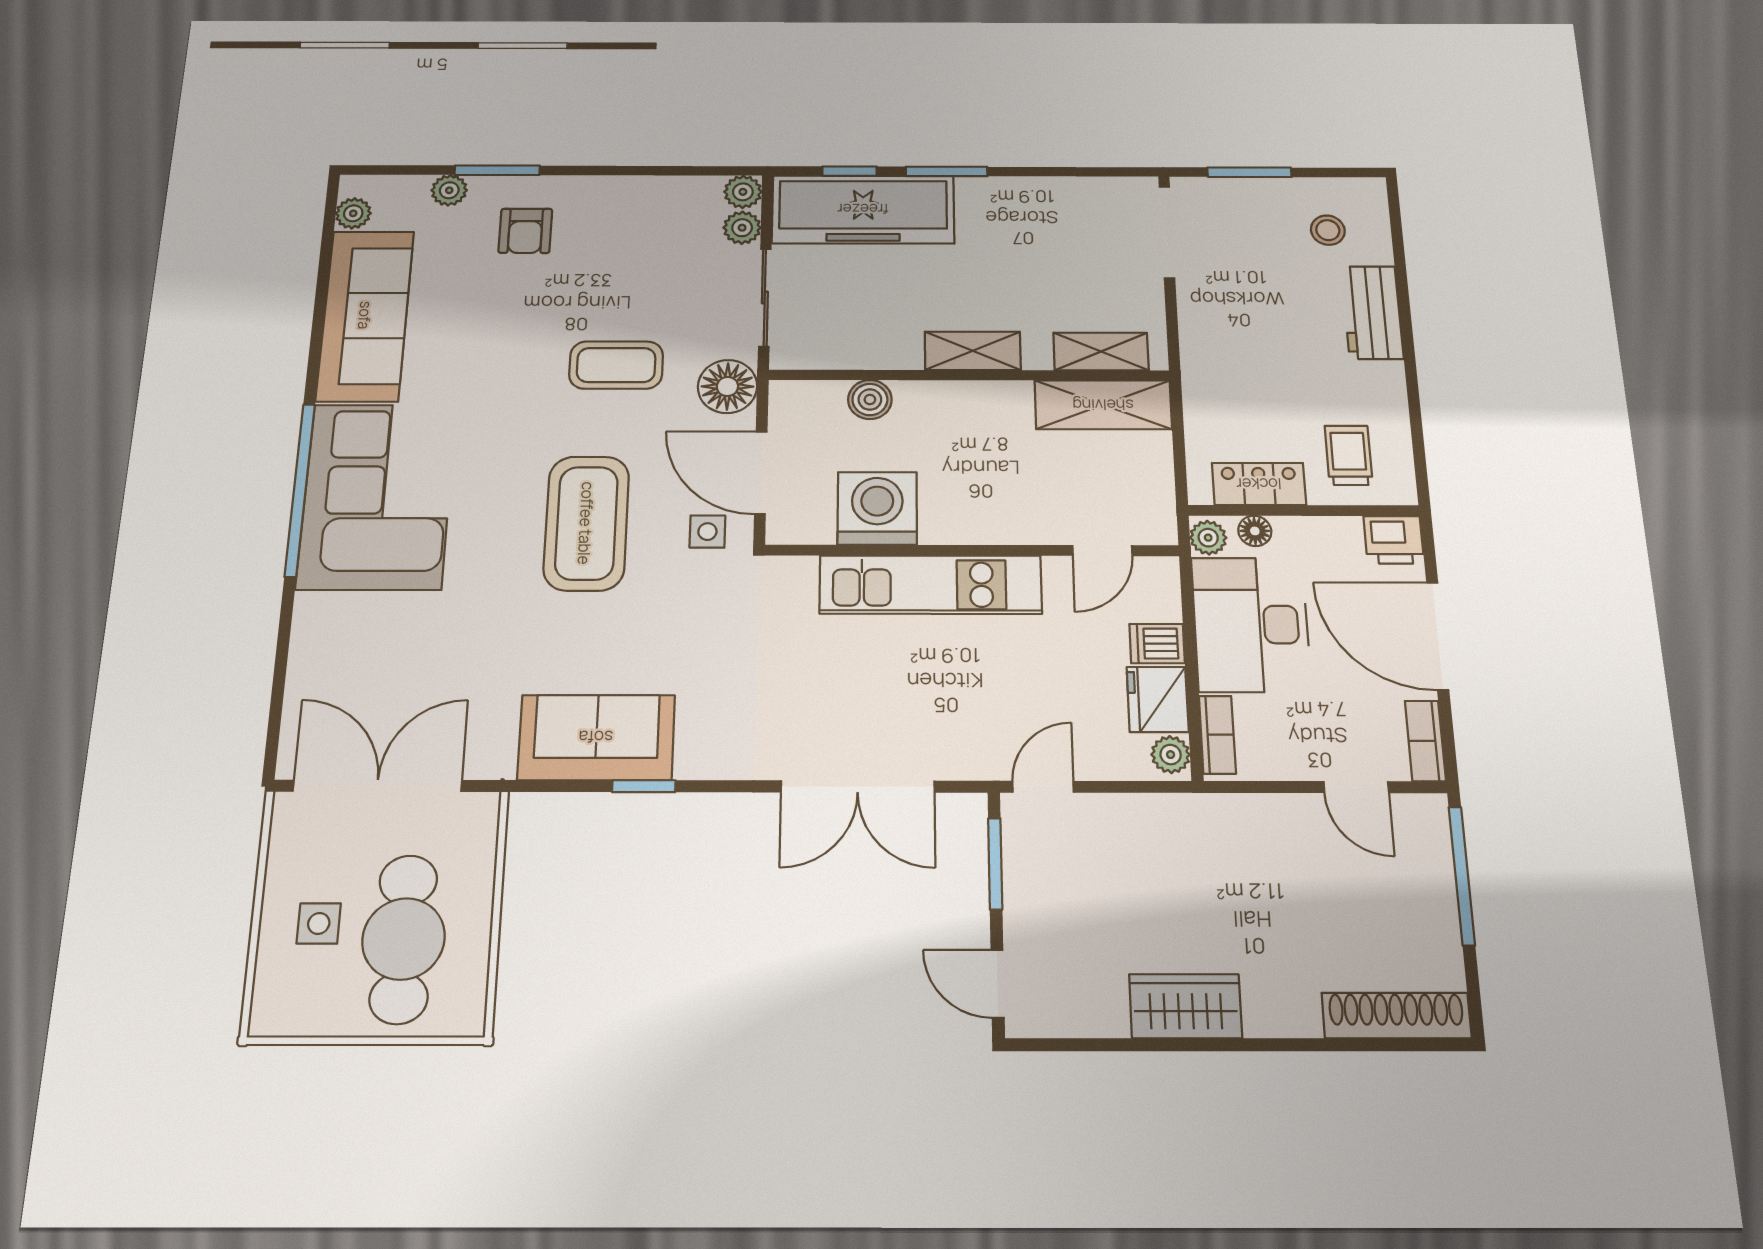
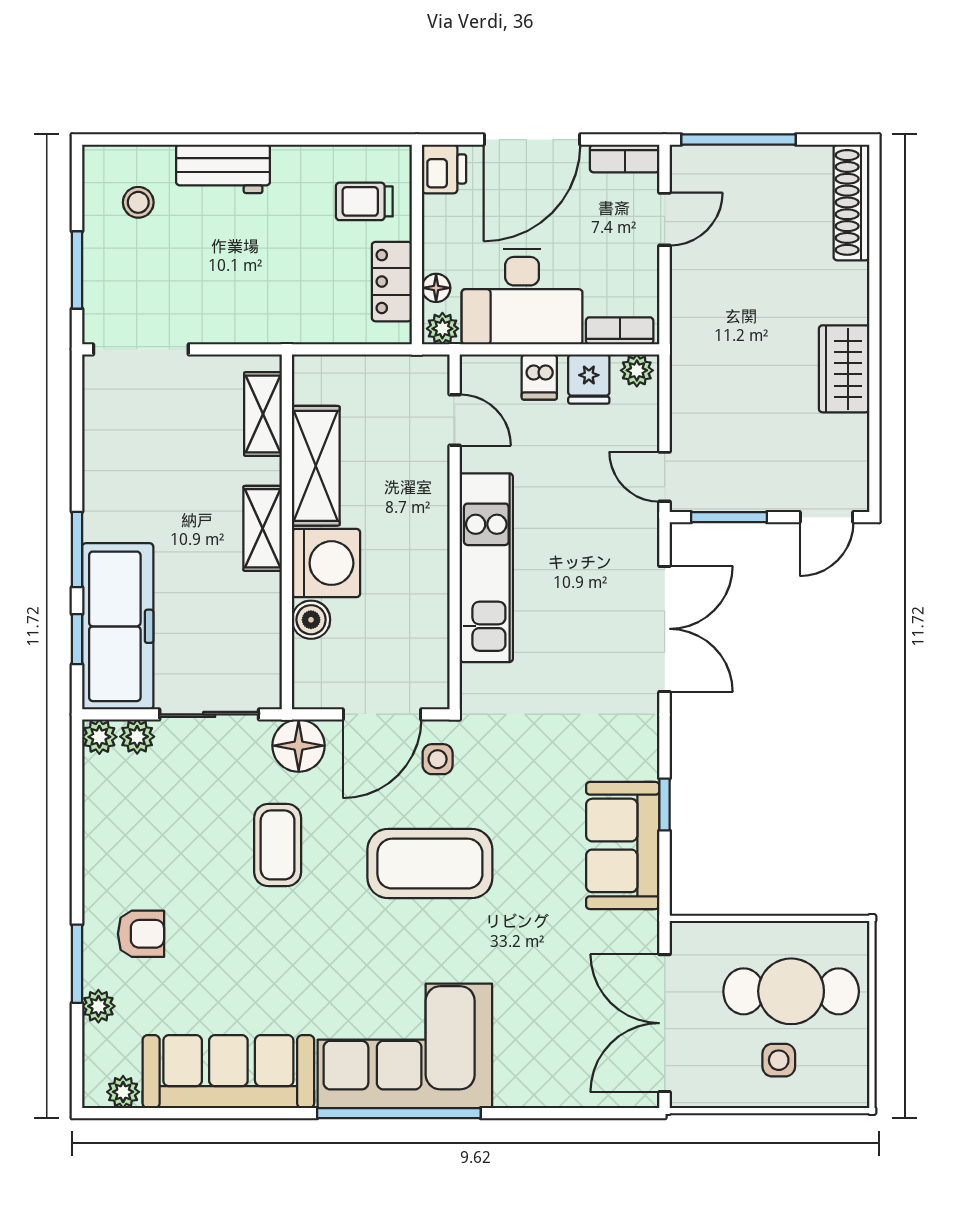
shelving: (1103, 405) -> (316, 466), moved
washing machine: (877, 508) -> (326, 563), moved, turned 180
fridge: (1158, 699) -> (589, 379), width x0.72

